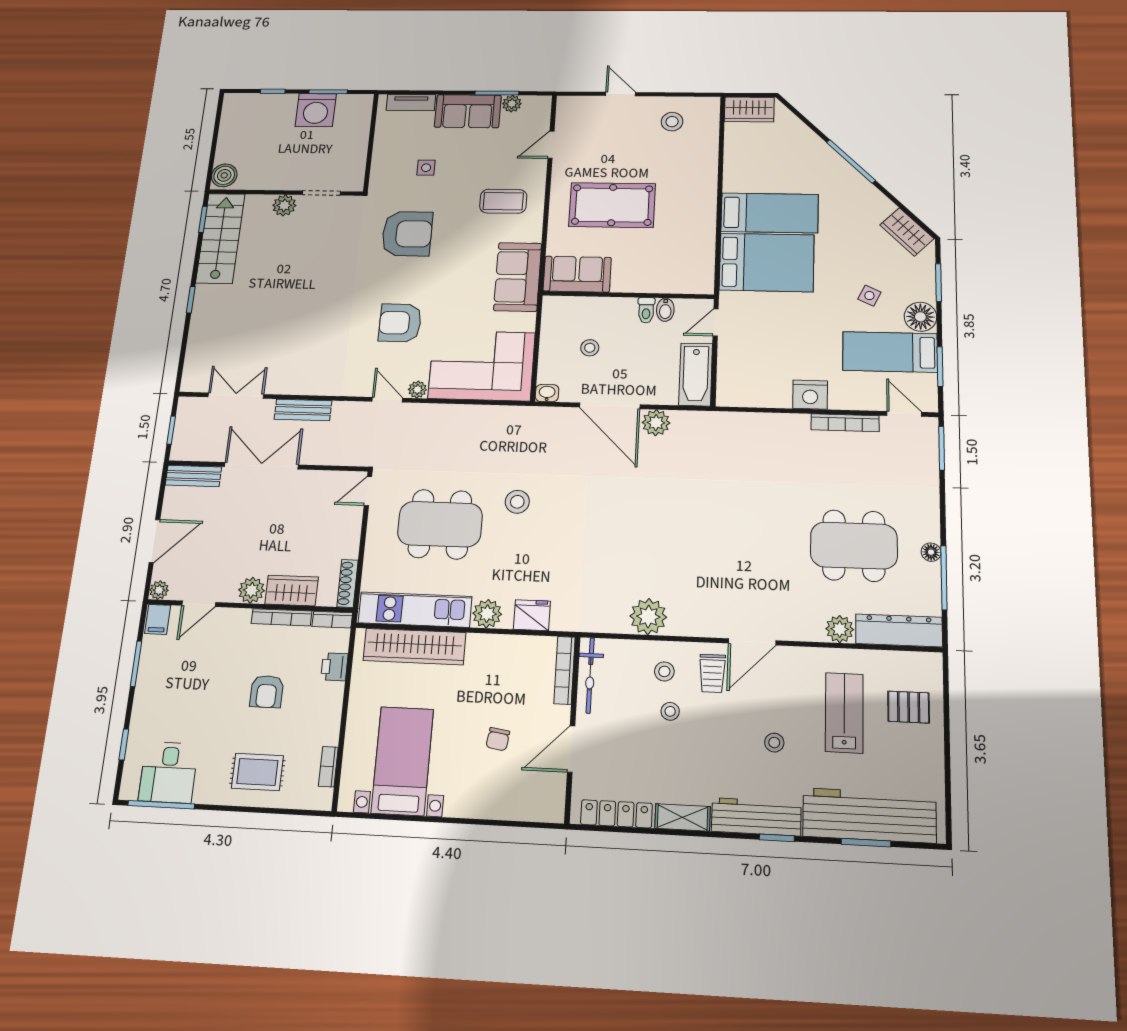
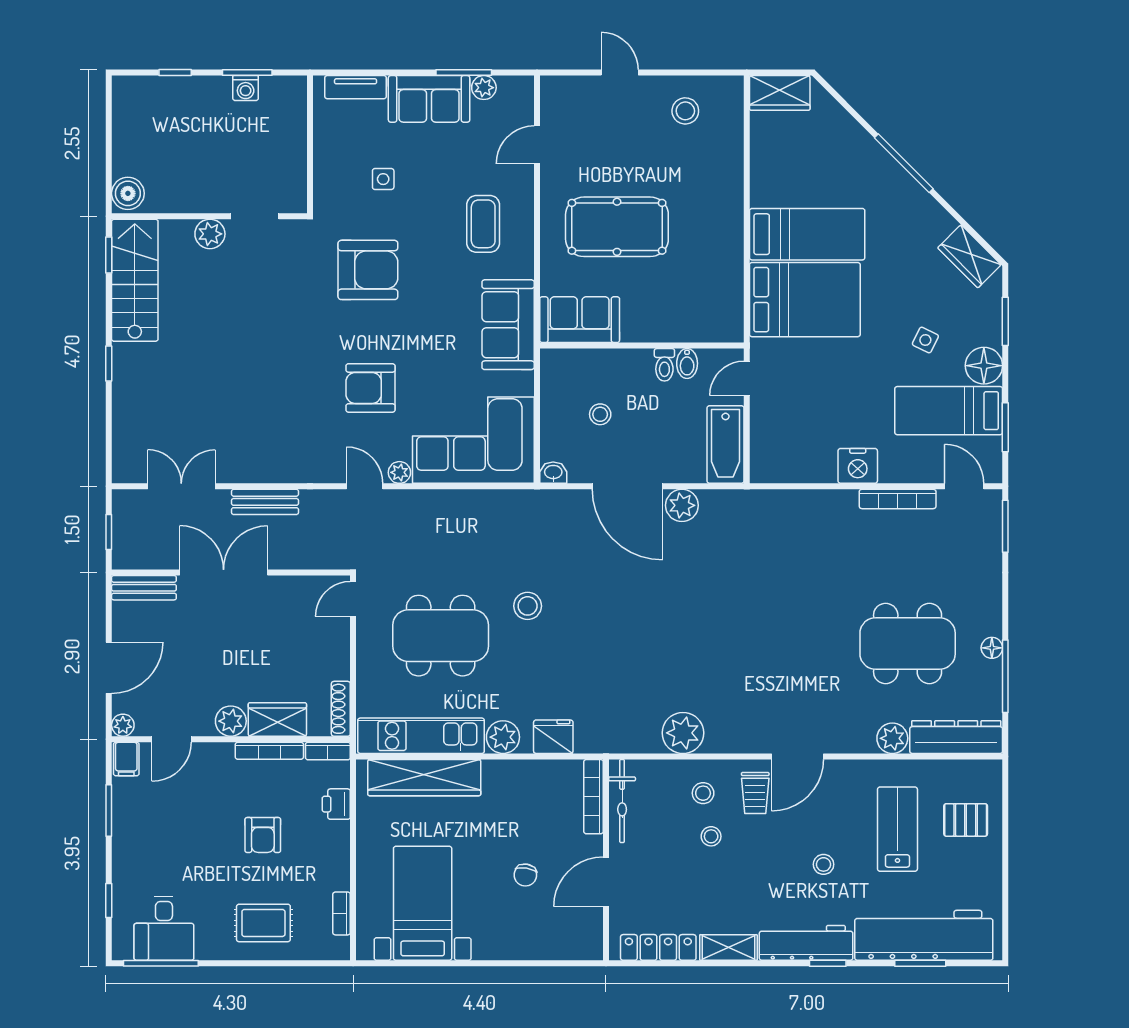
washing machine: (316, 110) -> (246, 88), width x0.53, depth x0.53
coffee table: (503, 201) -> (483, 224), turned 90

